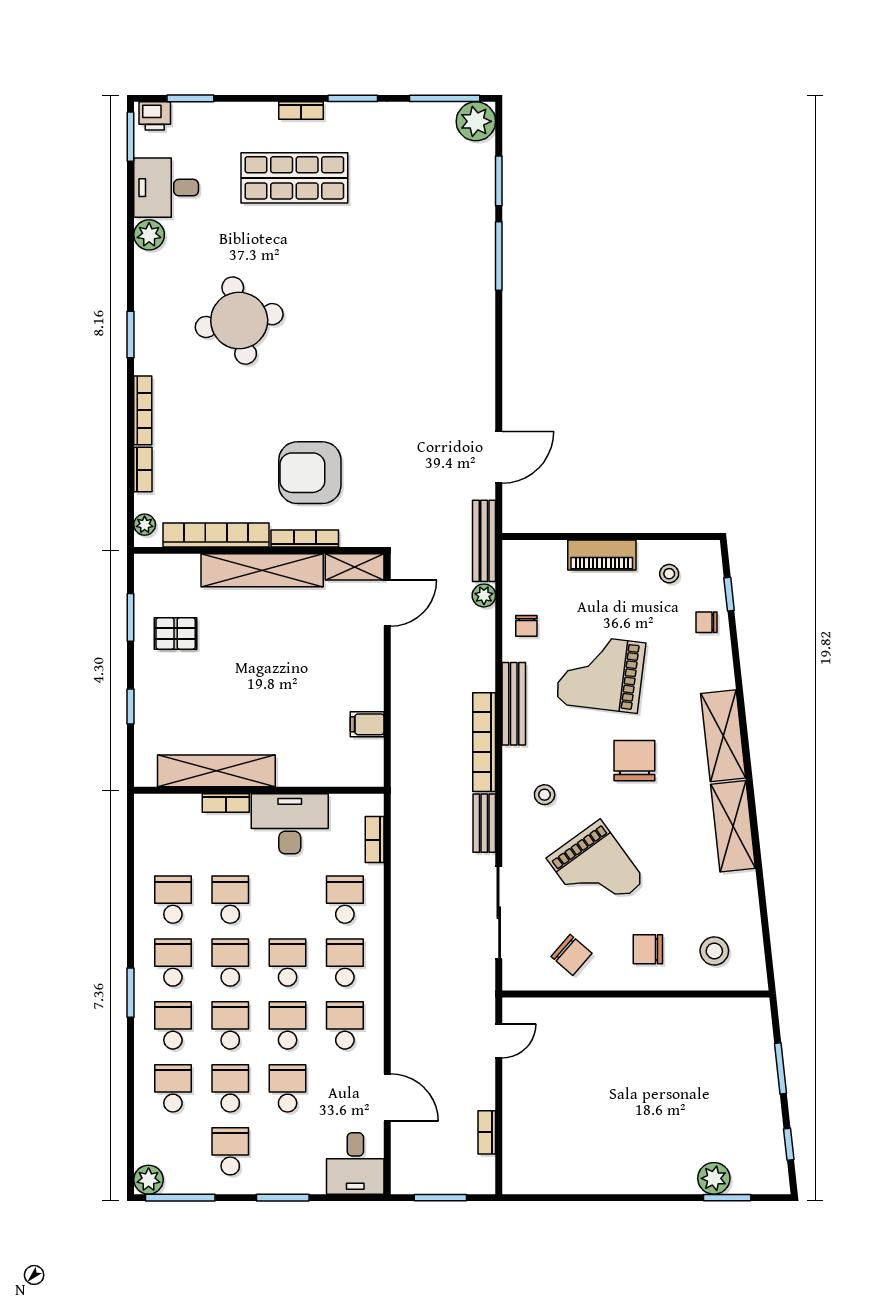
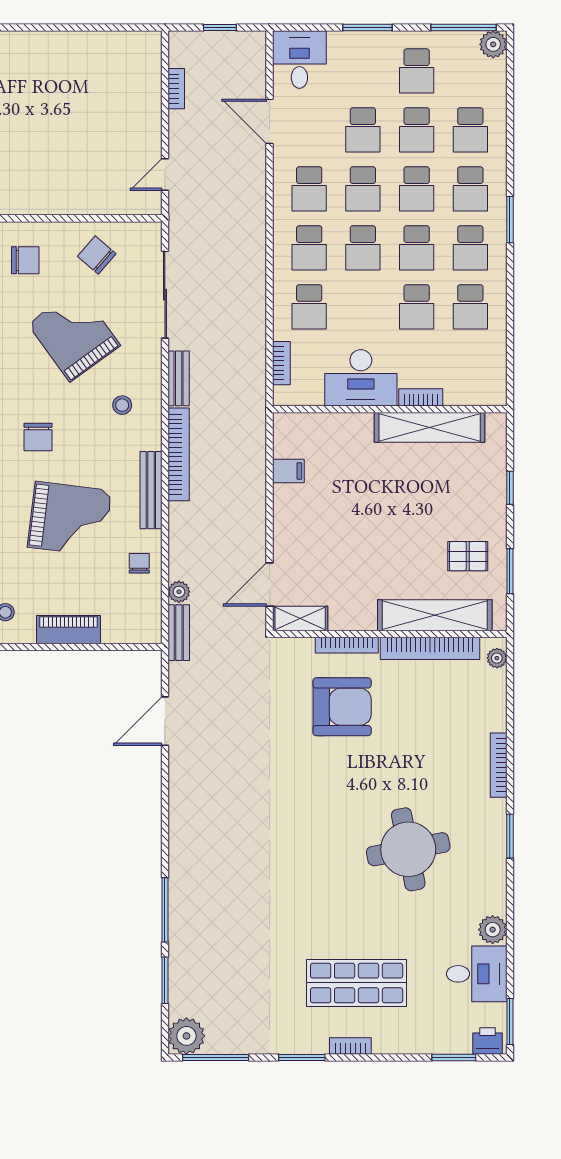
bookcase: (143, 470) -> (498, 710), removed
bench: (484, 541) -> (179, 633), width x0.73
shelving: (262, 570) -> (435, 615), moved
chair: (634, 761) -> (38, 437), width x0.73, depth x0.73
window: (440, 1198) -> (220, 28), width x0.67

